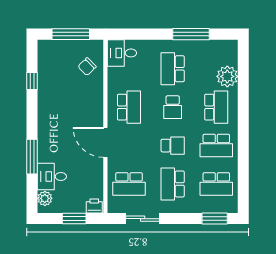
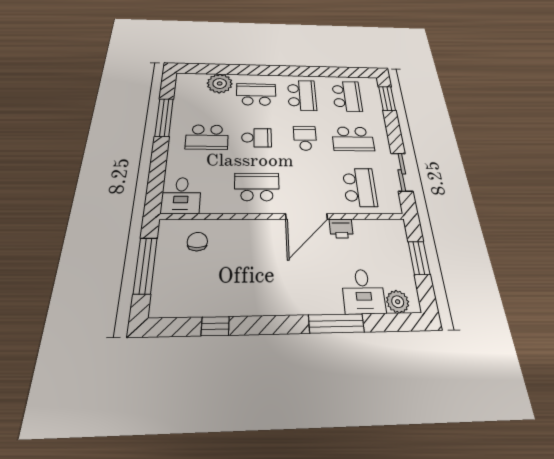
chair: (87, 67) -> (197, 242), turned -136
printer: (94, 206) -> (341, 228), moved, turned -90

